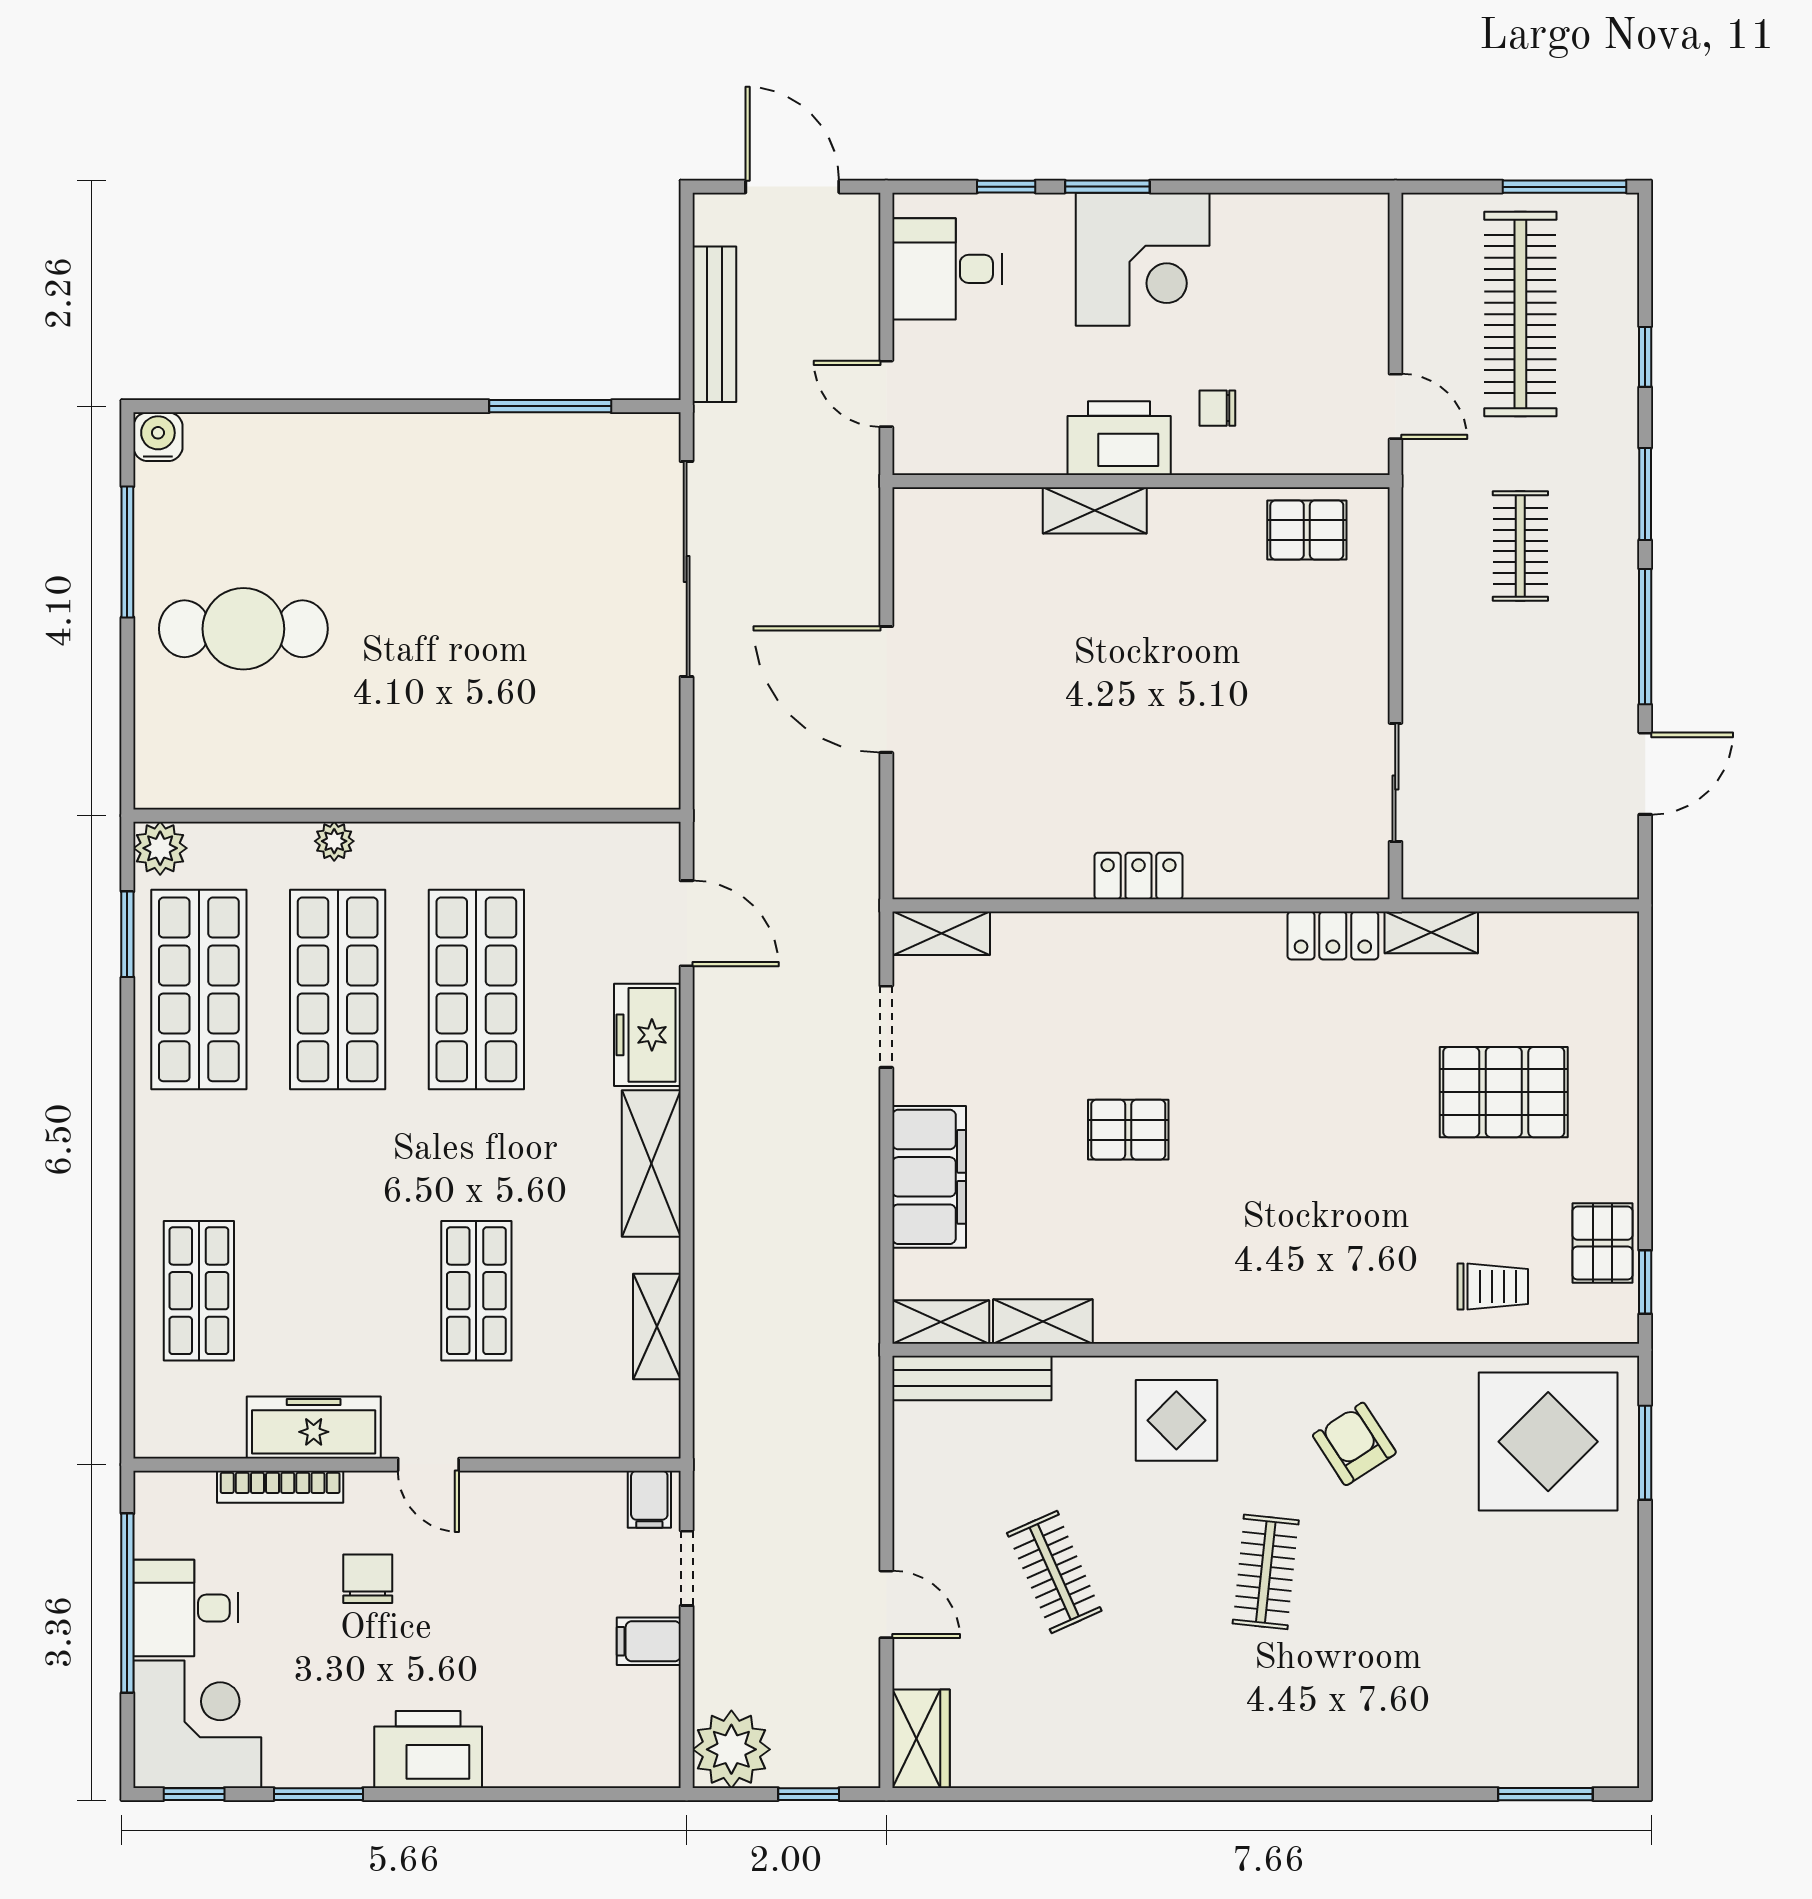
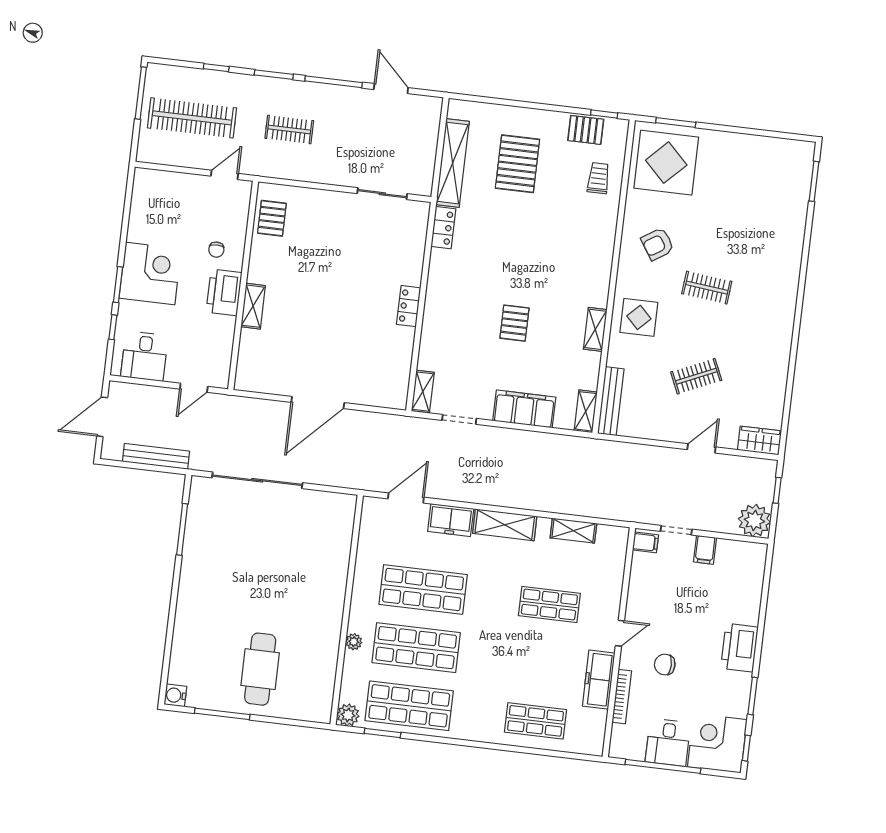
shelving: (1431, 932) -> (453, 163), width x2.20, depth x1.33
shelving: (1043, 1321) -> (595, 329), moved

